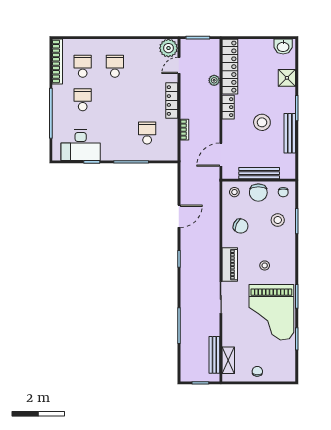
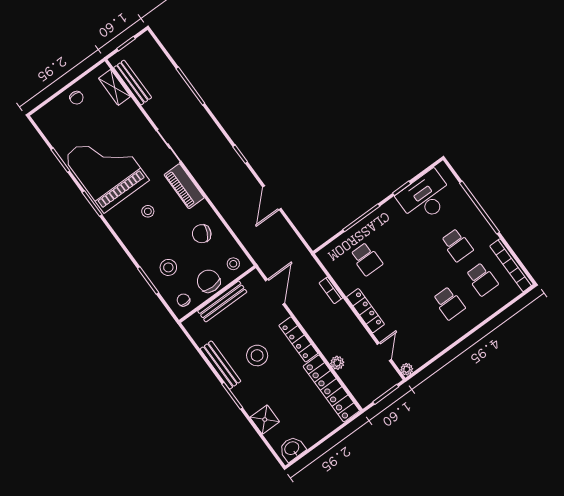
plant: (168, 48) -> (407, 369), width x0.53, depth x0.53
locker: (228, 107) -> (298, 339), width x1.53

